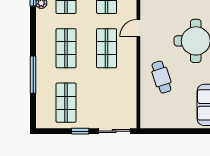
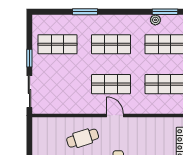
door: (138, 28) -> (115, 115), moved
window: (33, 75) -> (85, 12), width x0.69

